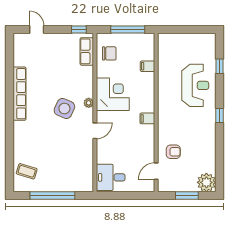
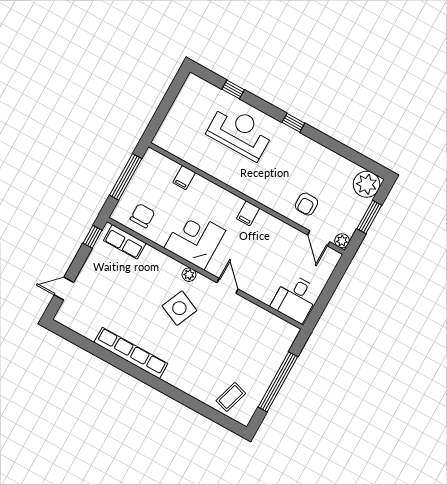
armchair: (173, 152) -> (307, 204), turned 180
plant: (163, 187) -> (342, 241), added

